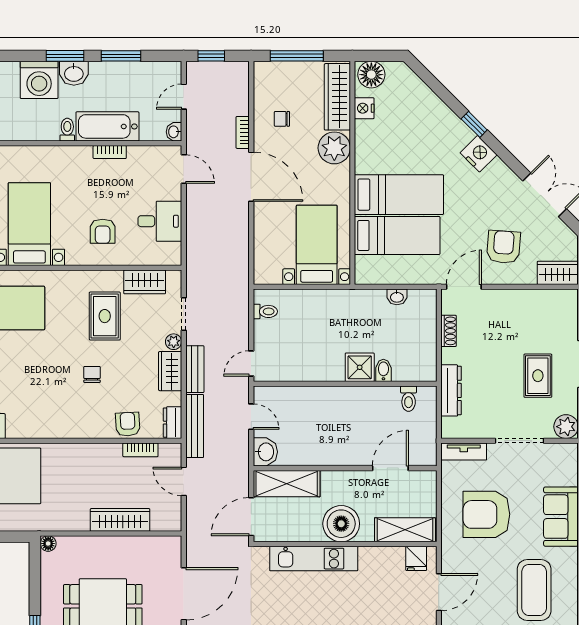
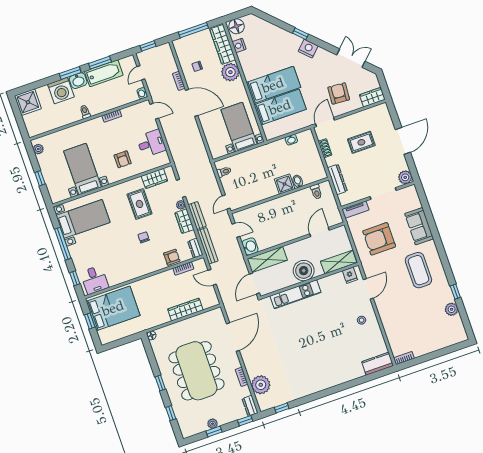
bathtub: (107, 126) -> (104, 73), moved, turned 180
rug: (538, 376) -> (361, 142), moved, turned 90
armchair: (128, 424) -> (172, 257), turned 93

